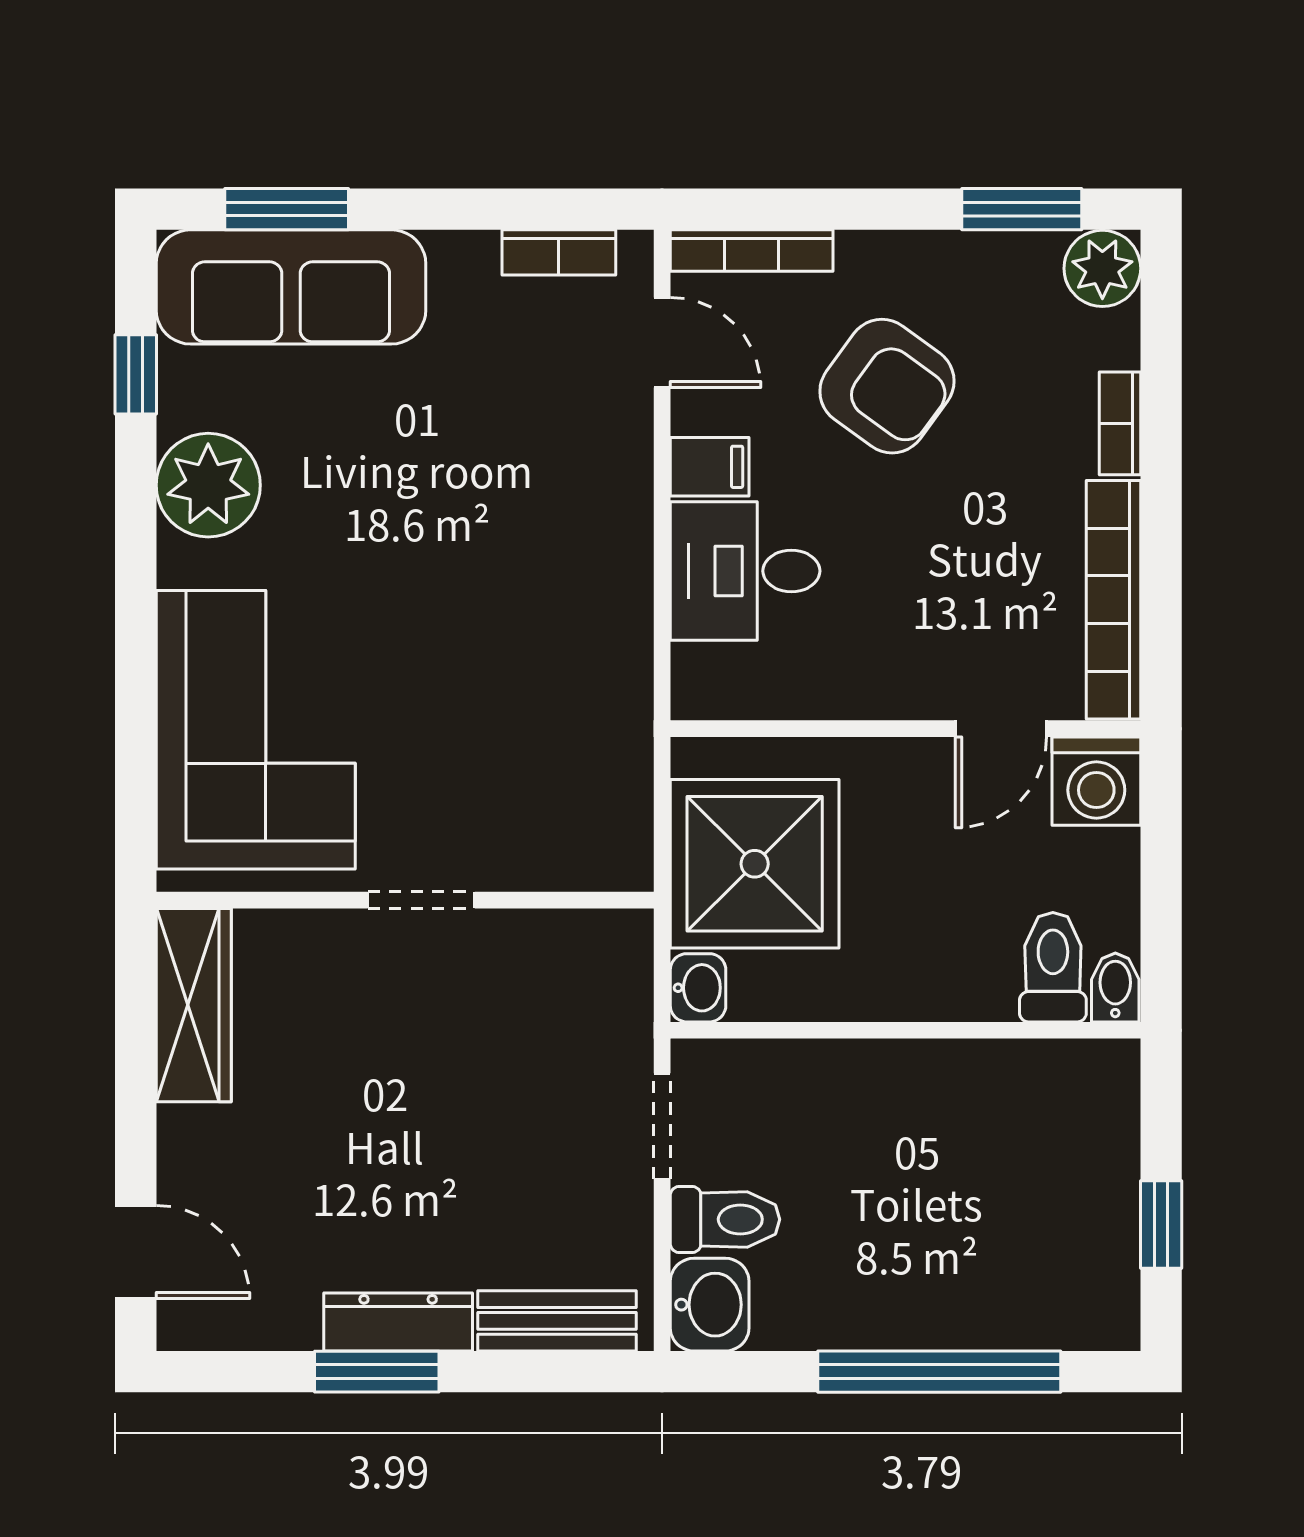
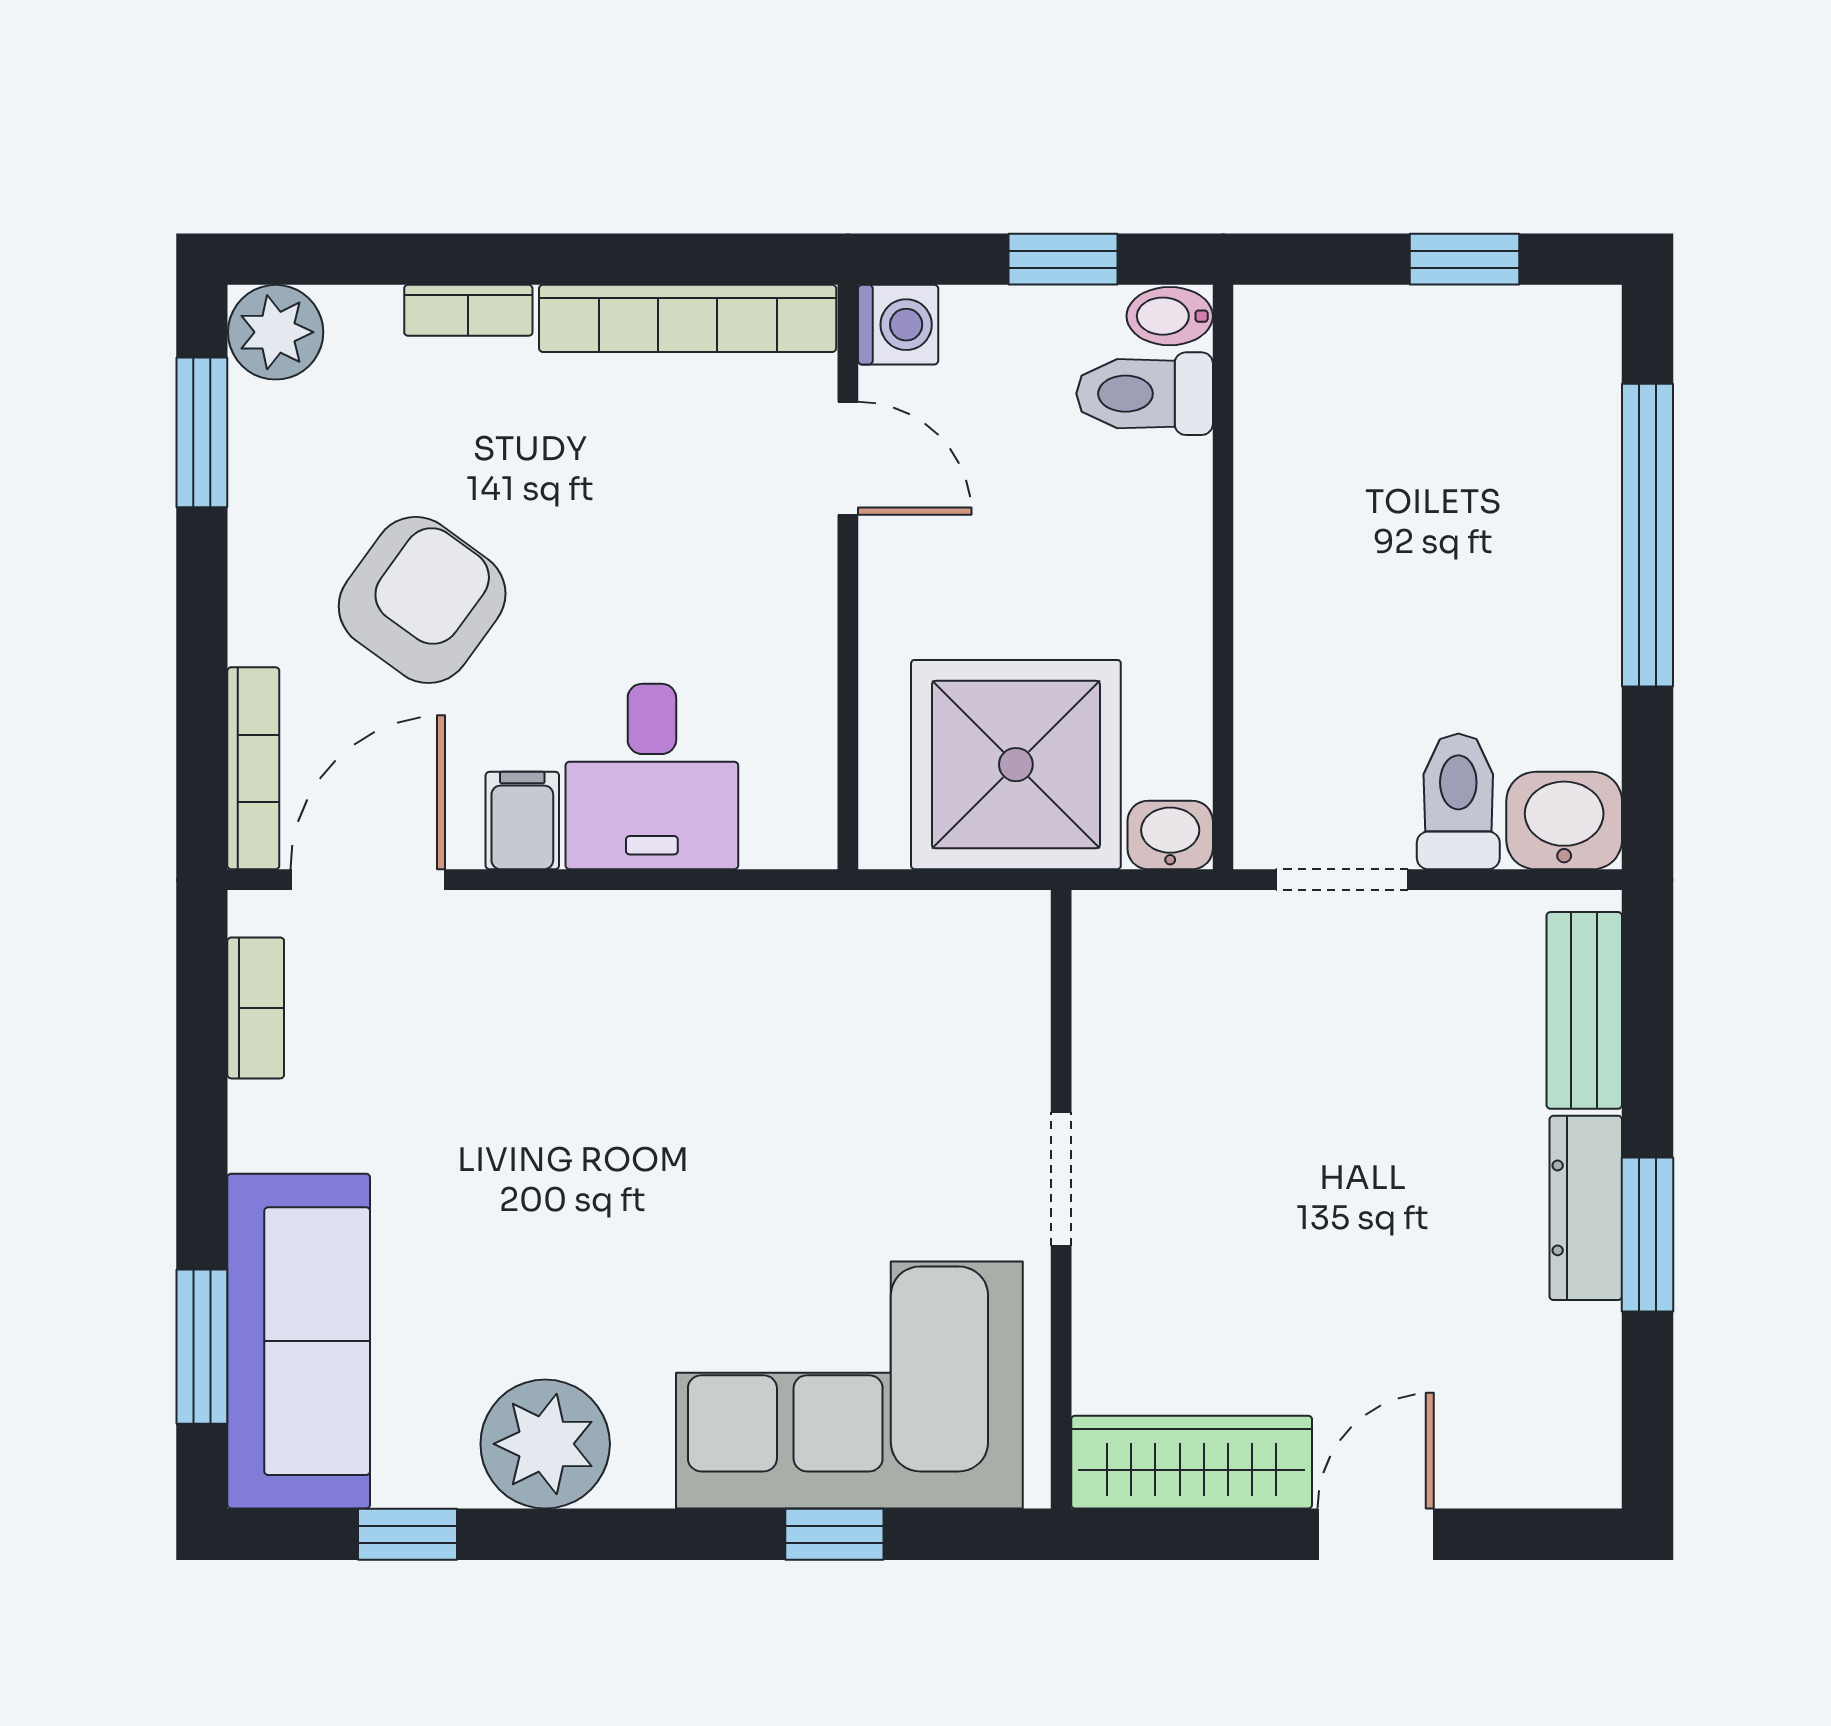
door: (662, 342) -> (368, 880), width x1.38
window: (136, 718) -> (834, 1534), added
washing machine: (1096, 781) -> (898, 325), width x0.73, depth x0.73
window: (1161, 902) -> (1063, 259), added
door: (136, 1252) -> (1376, 1534), moved

